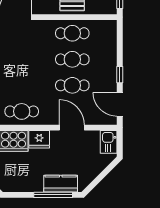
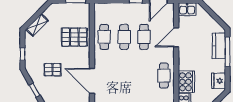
fridge: (39, 139) -> (219, 81), moved, turned 180

